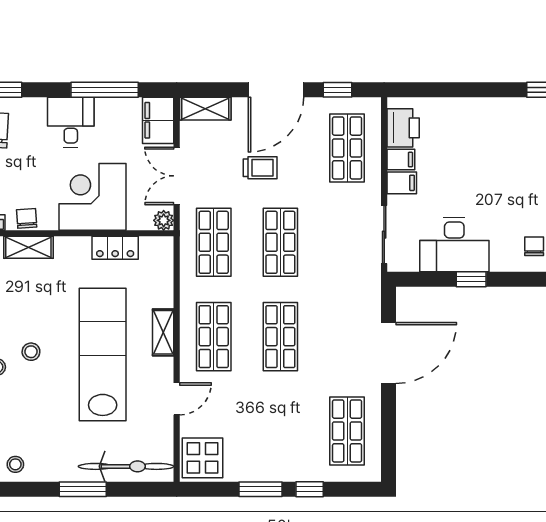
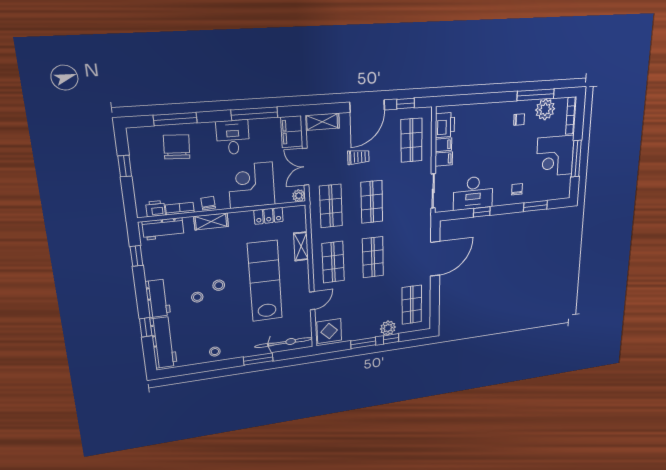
chair: (532, 128) -> (519, 120), added
shelving: (163, 332) -> (301, 246), moved
plant: (304, 468) -> (388, 328), added

